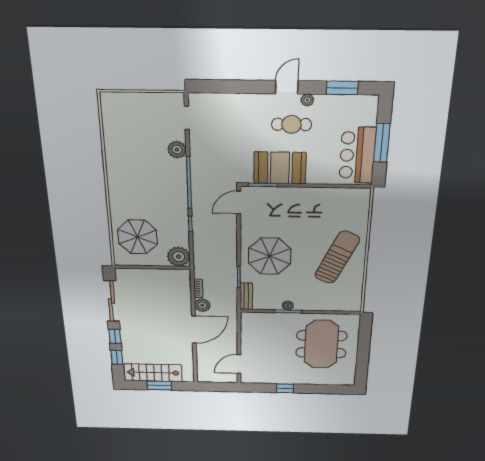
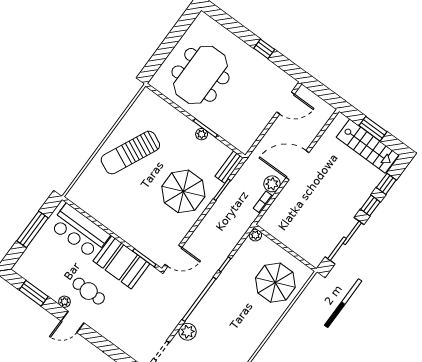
bar counter: (357, 155) -> (80, 231), moved, turned 90
plant: (179, 257) -> (255, 235), width x0.53, depth x0.53

